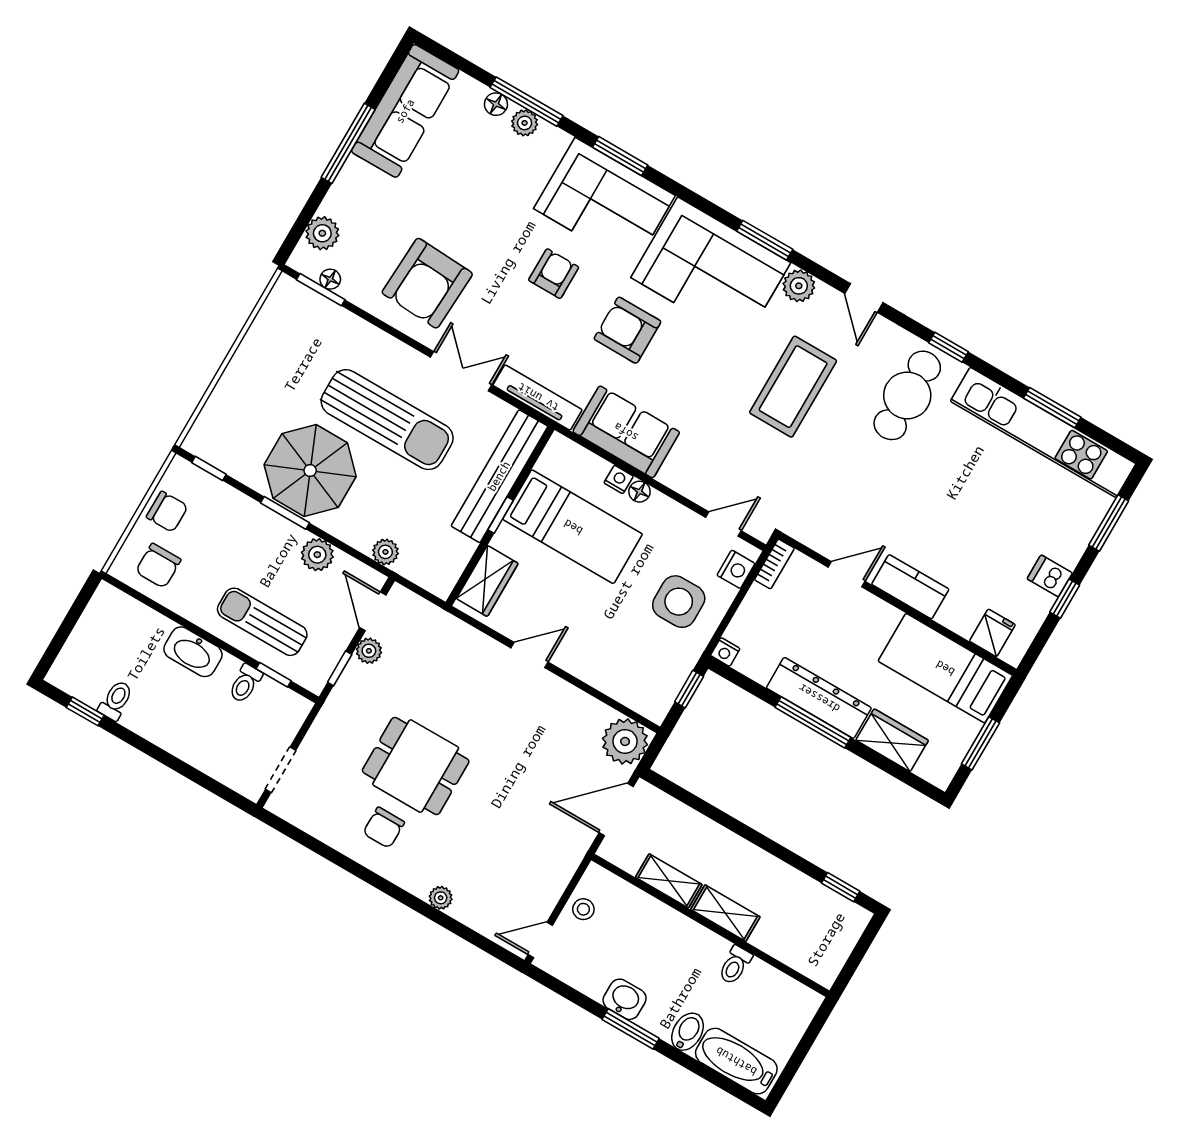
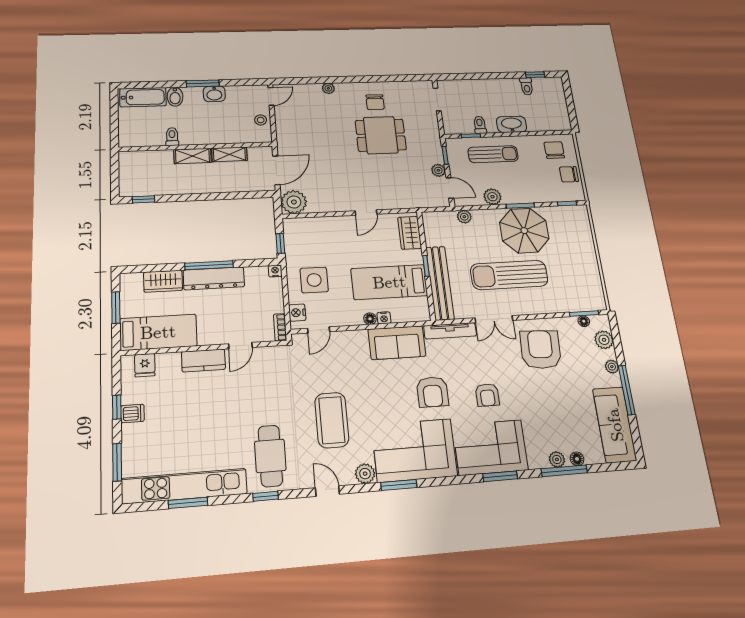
plant: (342, 189) -> (612, 367), added
armchair: (627, 330) -> (432, 392), turned 90
chair: (384, 828) -> (375, 102), turned 180

